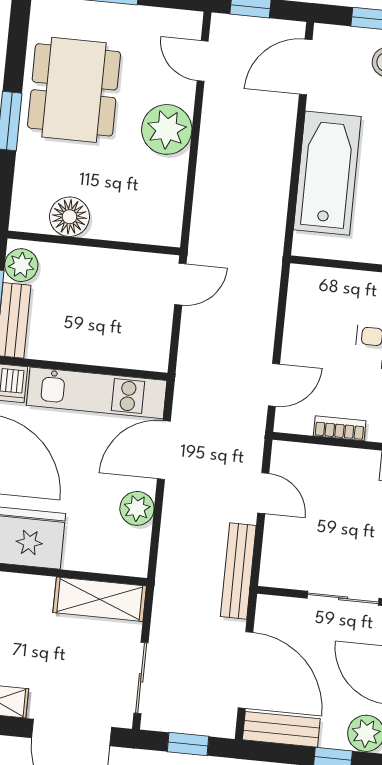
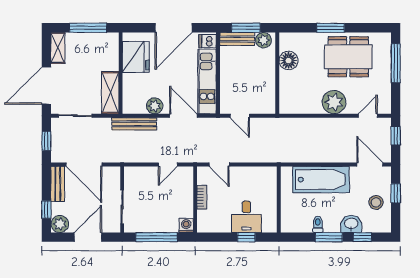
door: (180, 284) -> (240, 116), moved
bench: (238, 571) -> (134, 124), moved
door: (246, 670) -> (84, 164), hinge flipped

